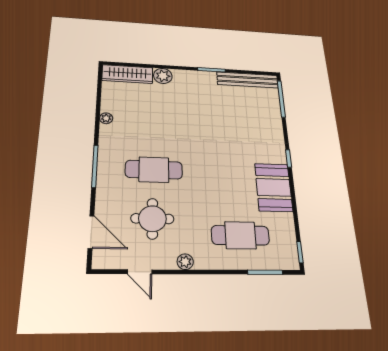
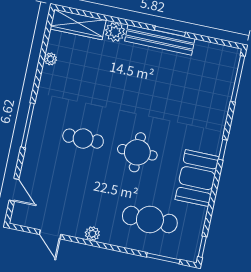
bench: (248, 80) -> (160, 40), moved
plant: (106, 118) -> (50, 59), moved
cafe table: (154, 170) -> (83, 139), width x0.73, depth x0.74
round table: (152, 219) -> (137, 152), moved
door: (91, 232) -> (14, 190), width x0.73

